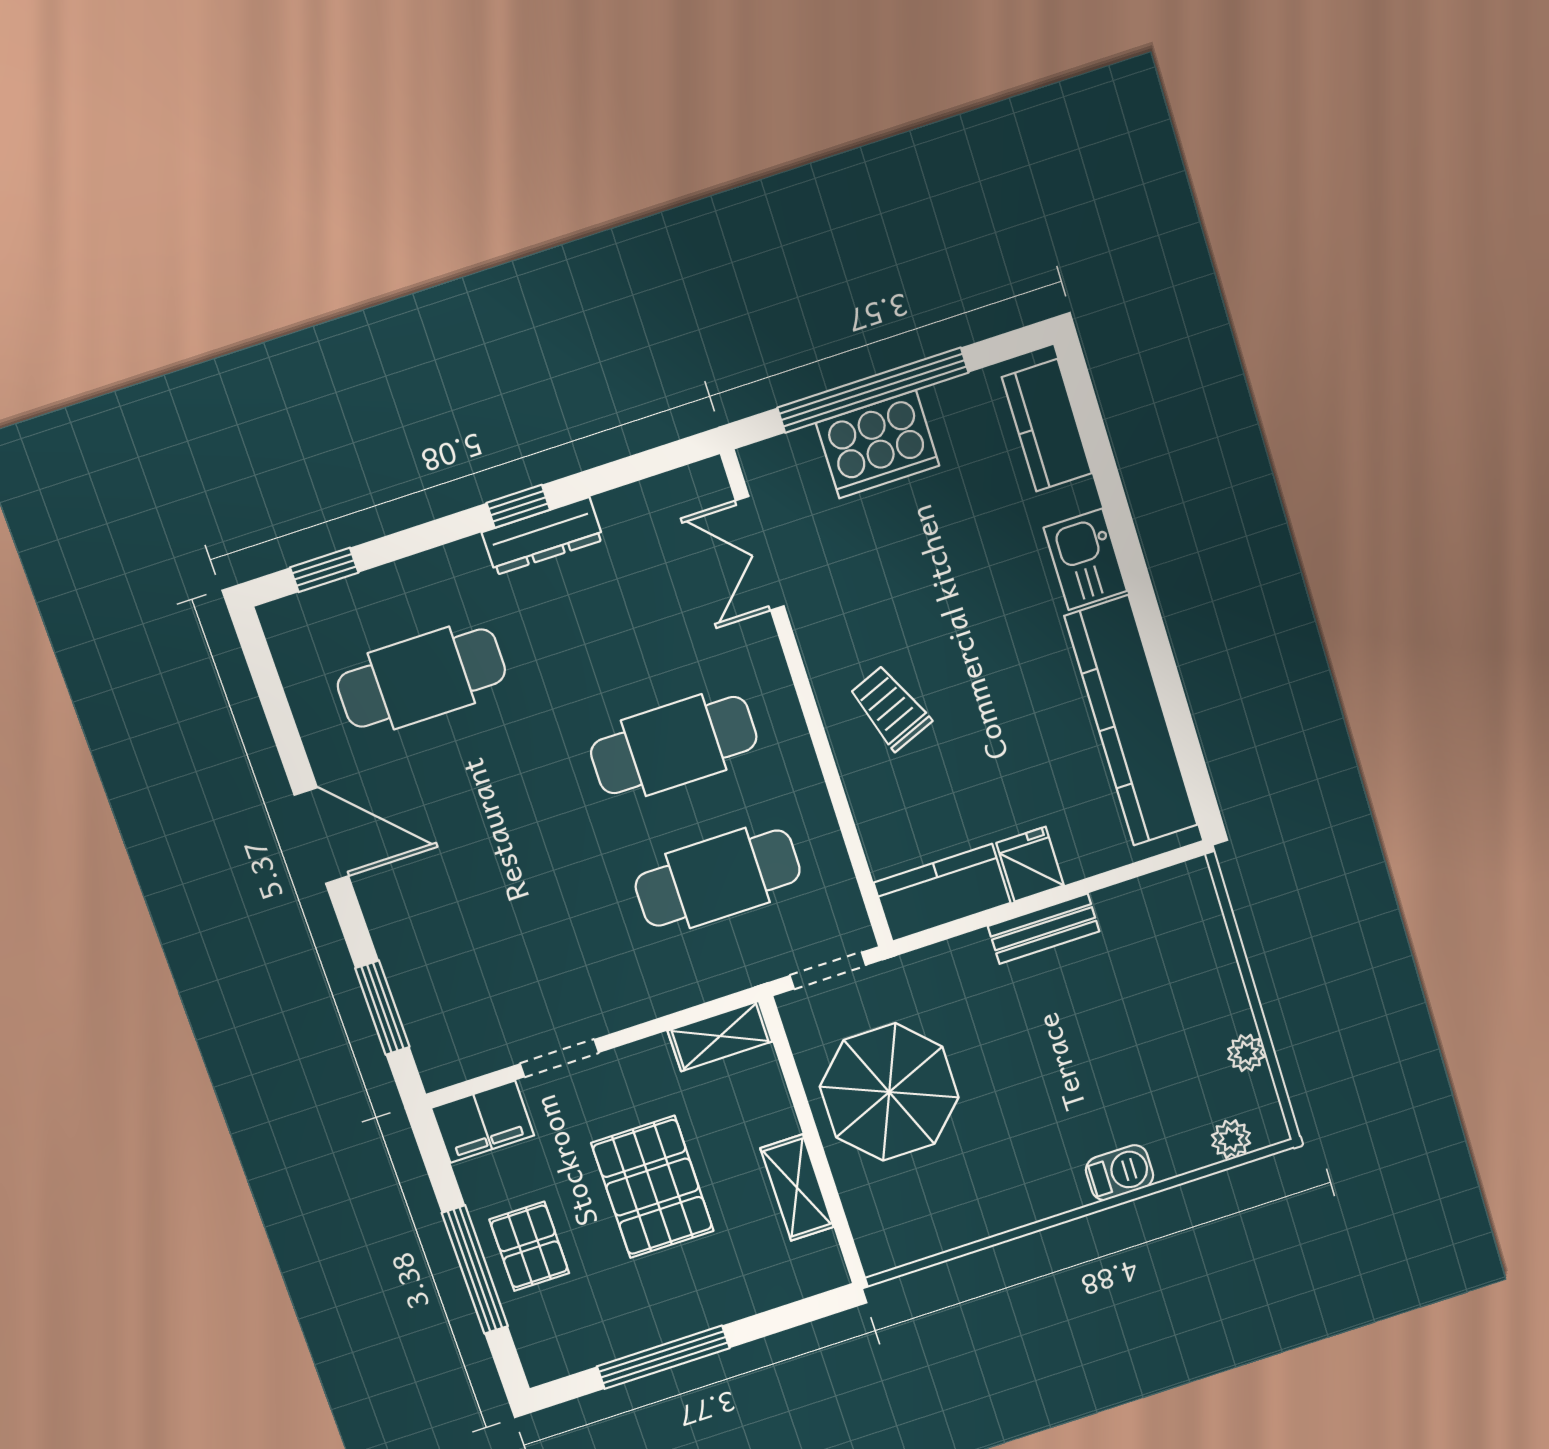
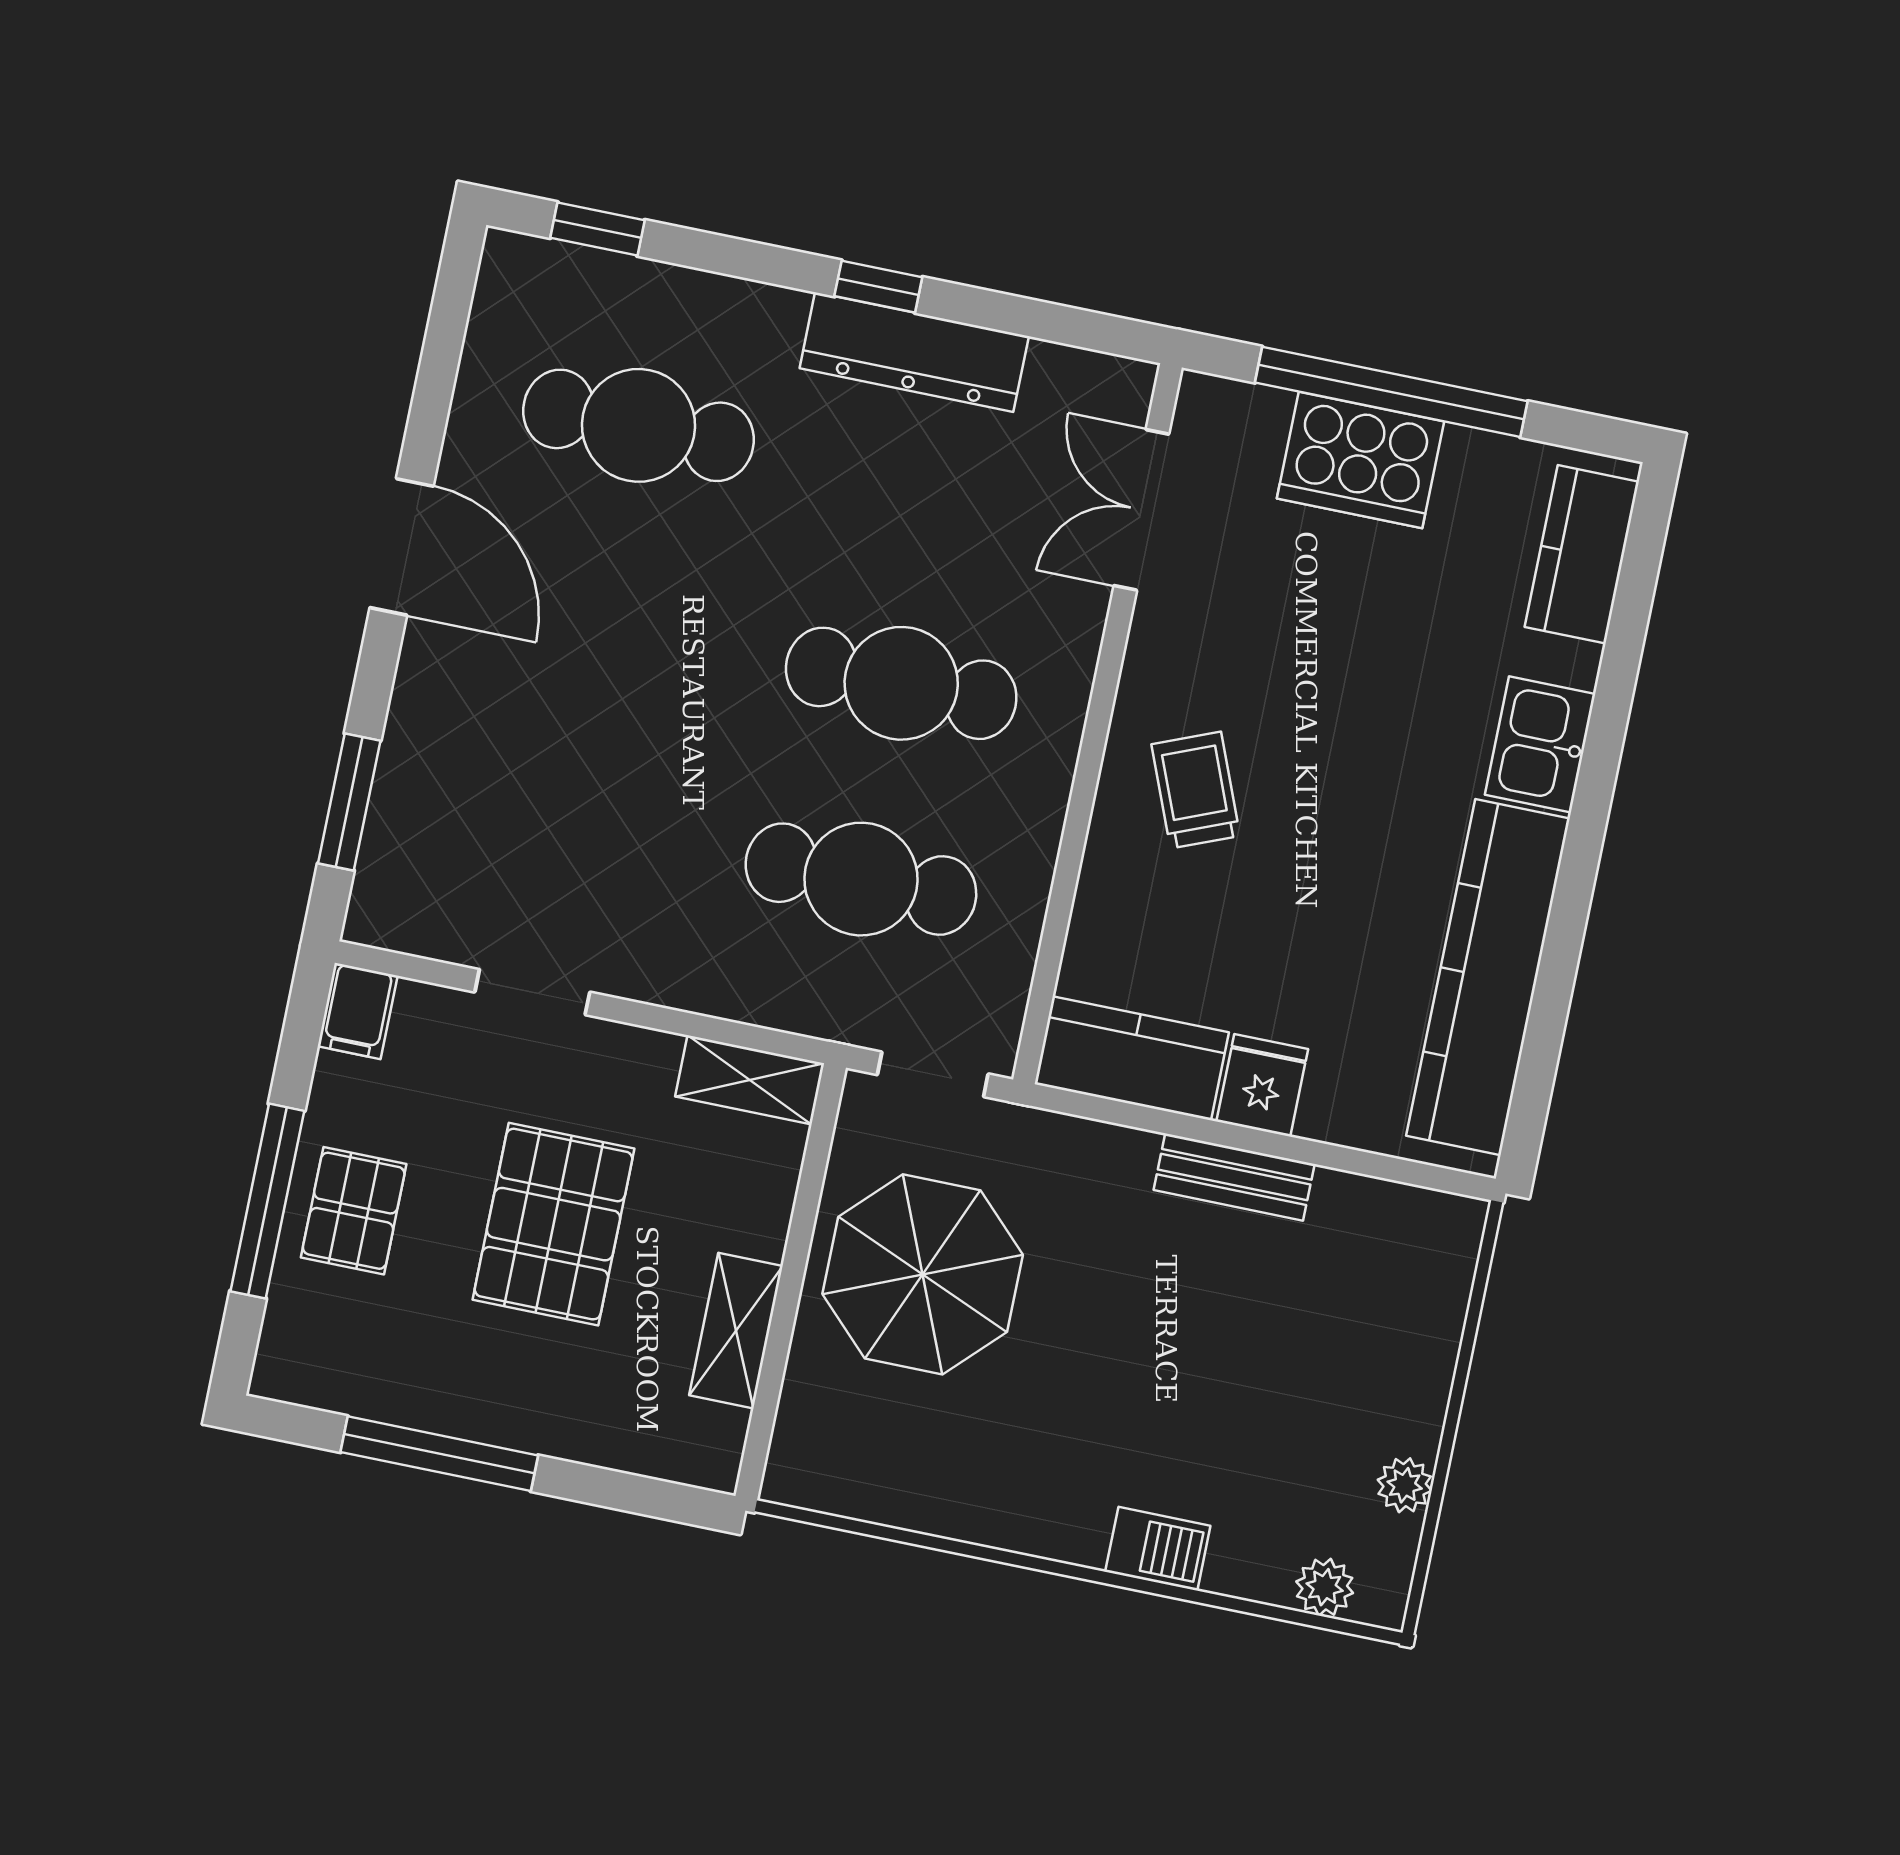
dresser: (543, 536) -> (914, 352), width x1.37, depth x1.24
filing cabinet: (483, 1122) -> (358, 1011), width x0.50

